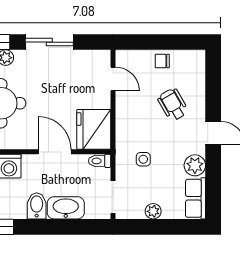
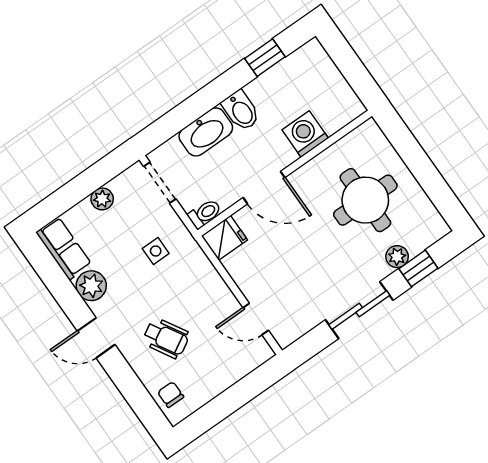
chair: (162, 61) -> (171, 395), moved, turned -90
fridge: (94, 129) -> (224, 238), width x0.53, depth x0.75

